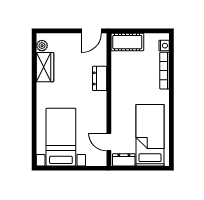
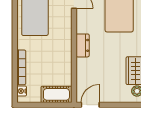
dresser: (100, 78) -> (83, 45), moved

